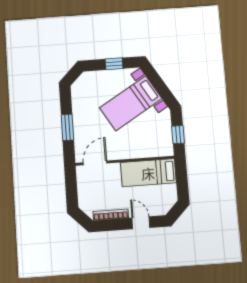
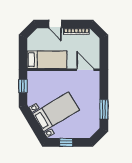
window: (67, 127) -> (104, 109), moved
door: (95, 163) -> (85, 70), swing flipped

